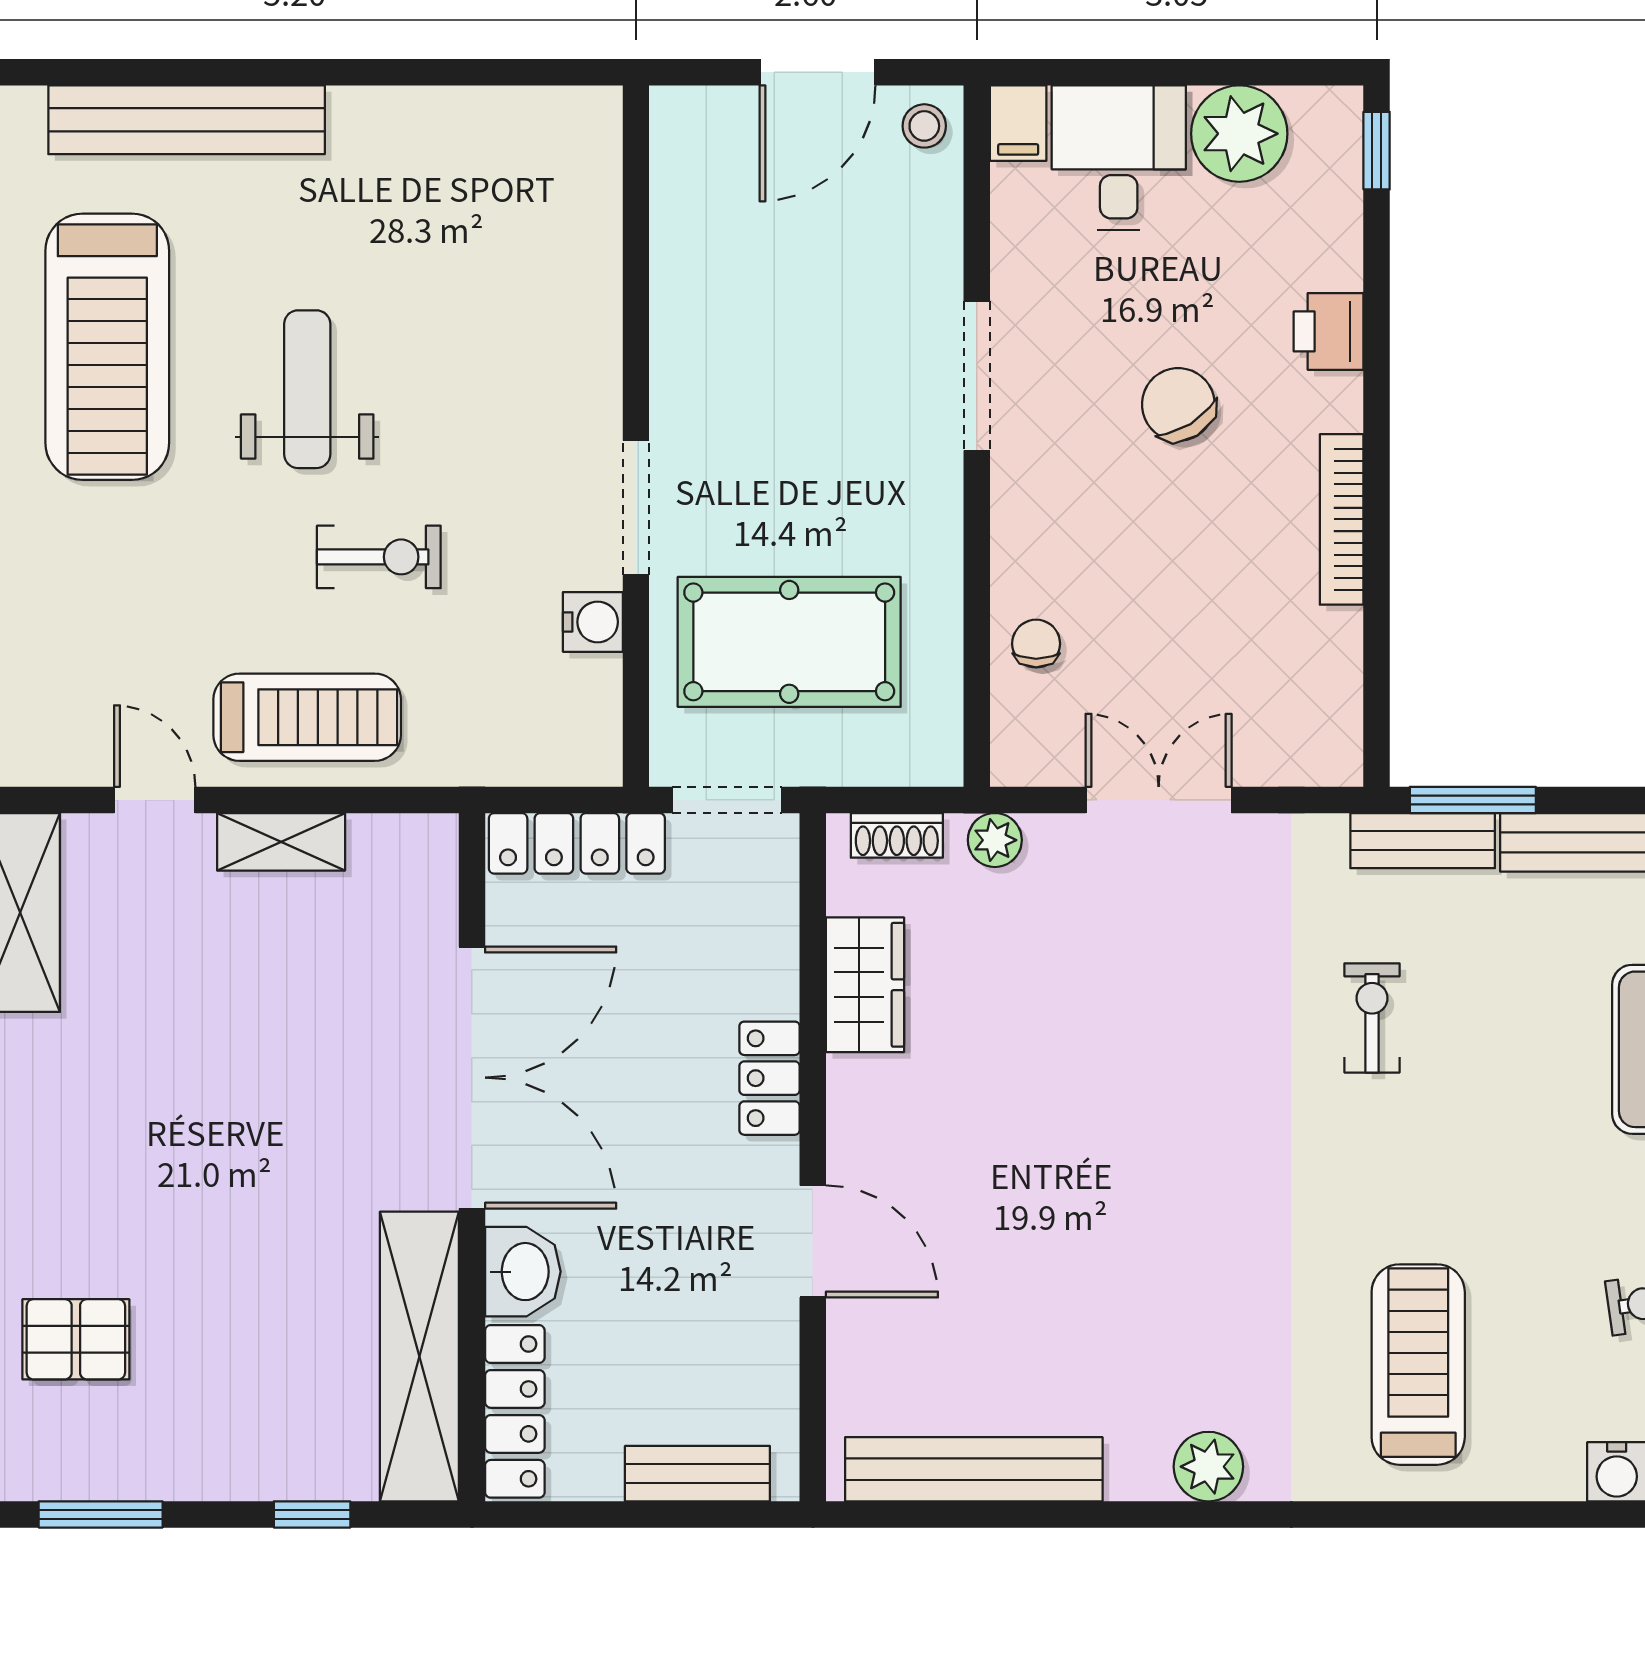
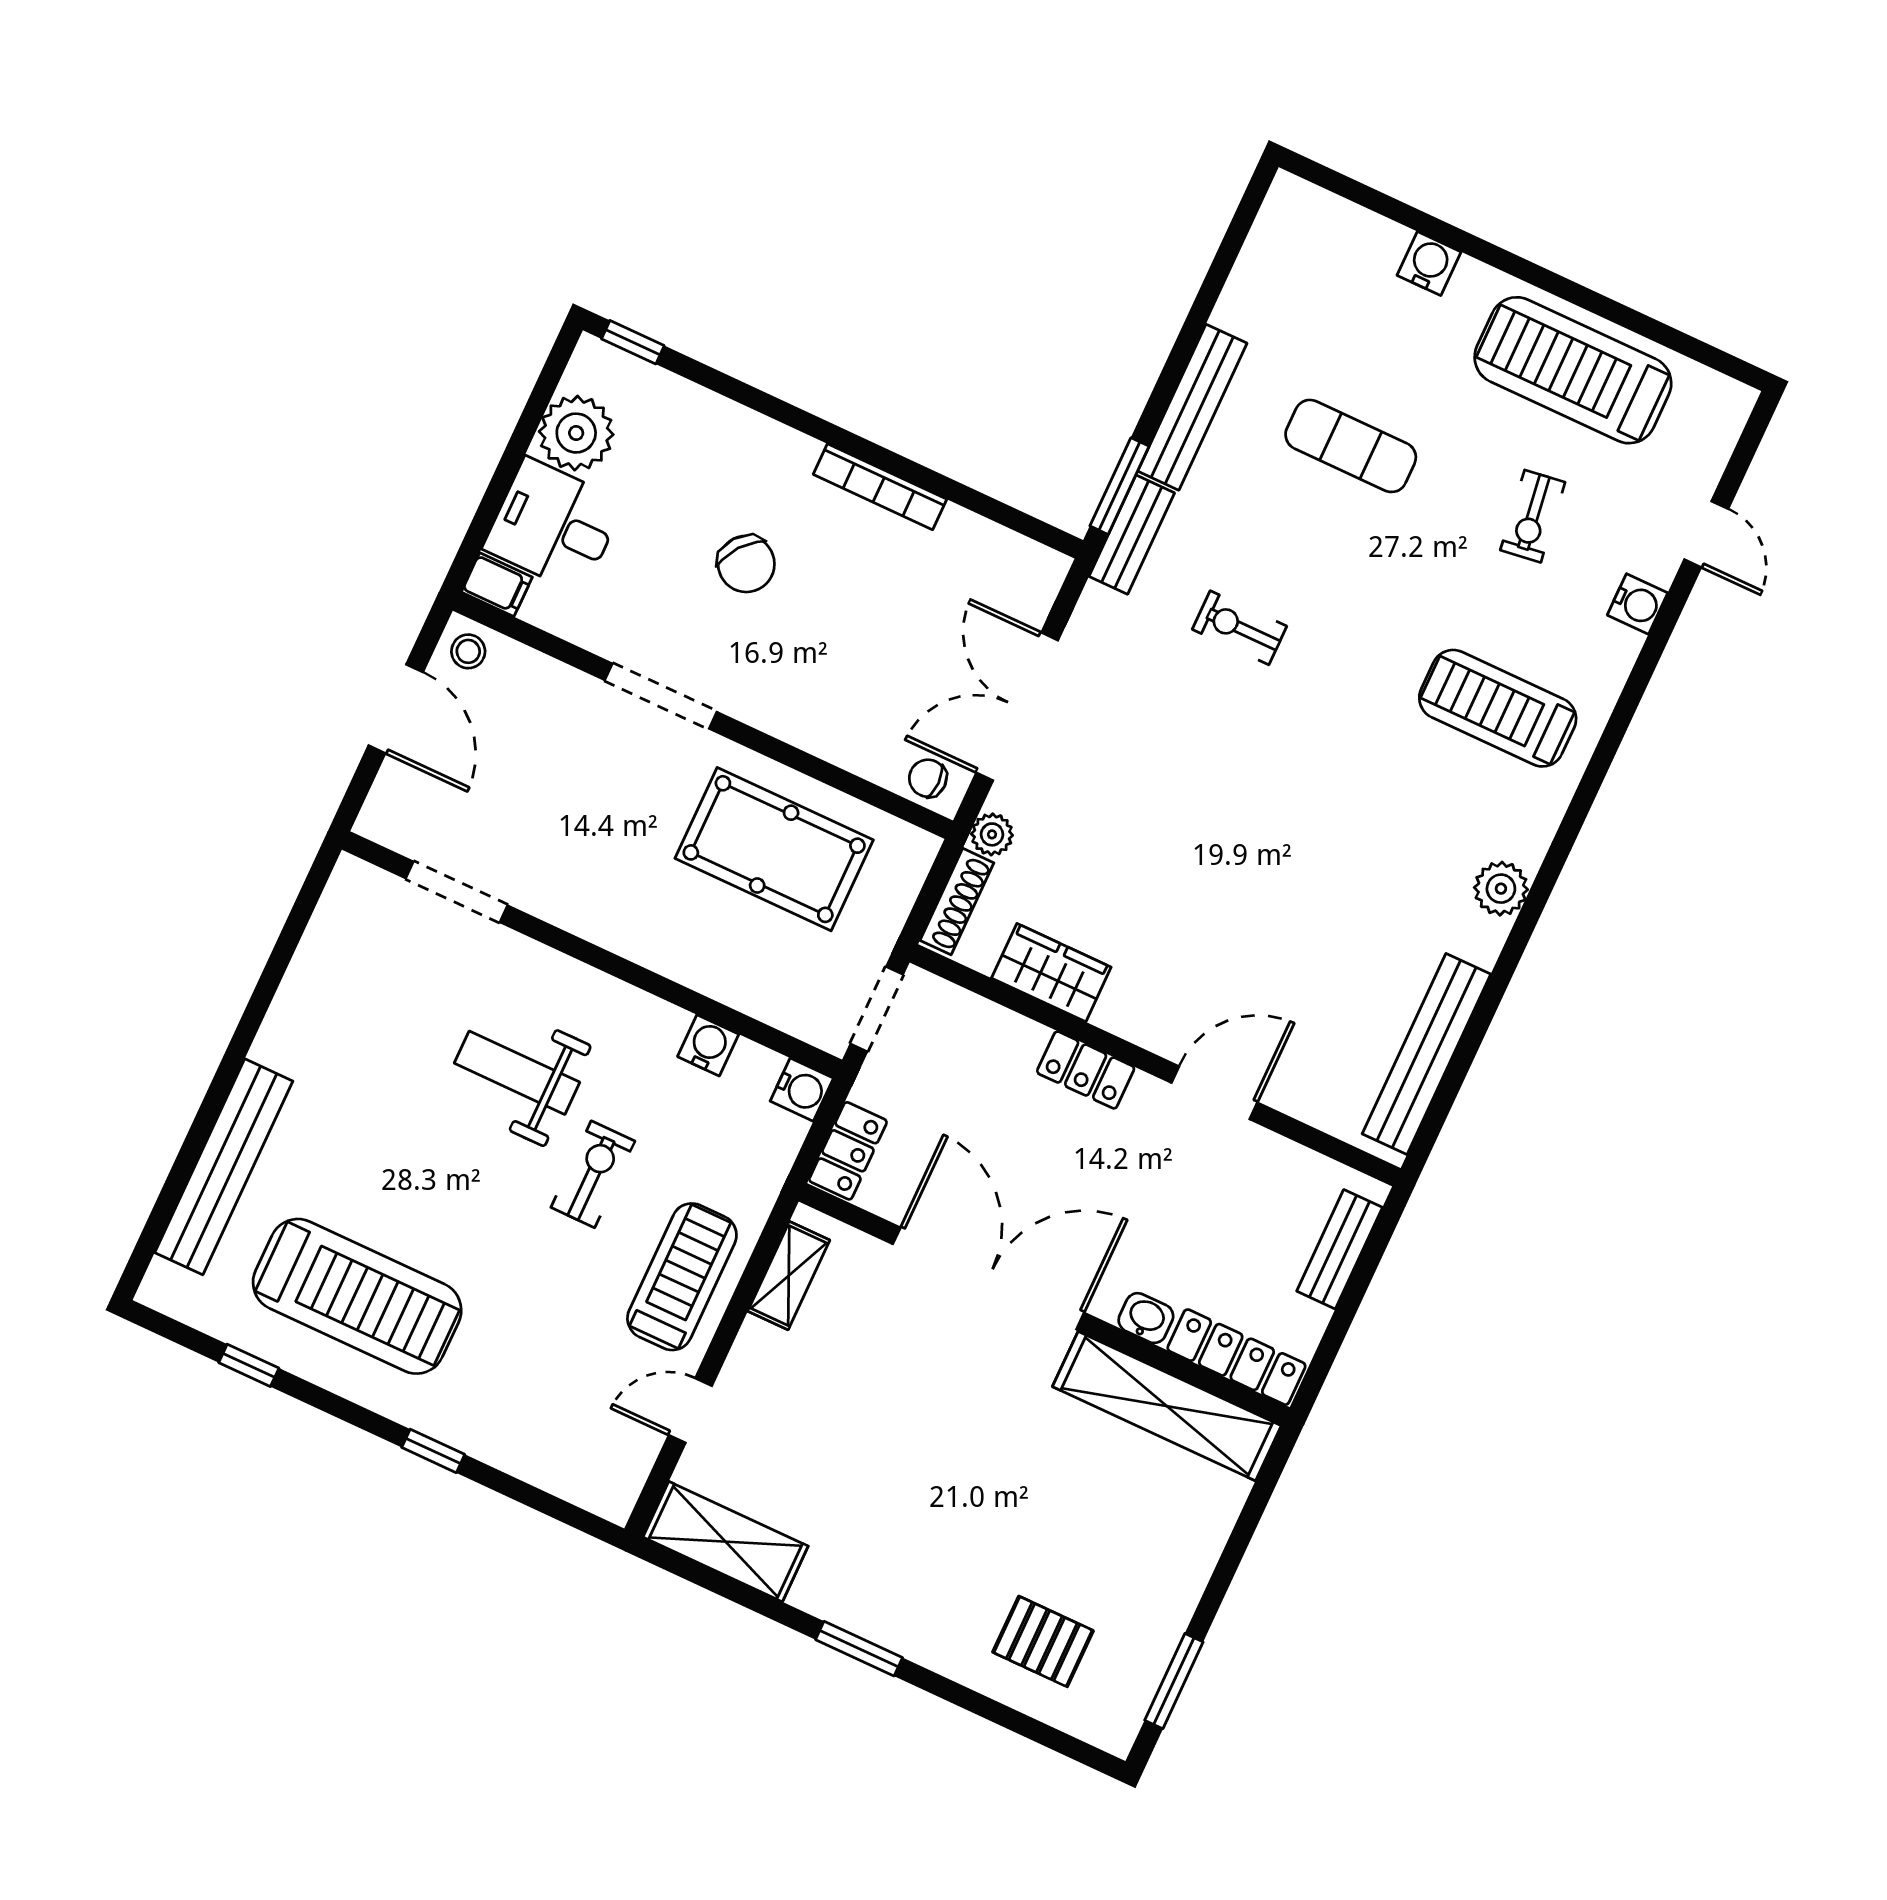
printer: (1329, 331) -> (744, 435), removed
weight bench: (307, 389) -> (517, 1073), moved
chair: (1178, 404) -> (746, 564), turned -110
doorway: (636, 508) -> (457, 892), moved
pool table: (789, 642) -> (774, 849), moved, turned 90
chair: (1036, 644) -> (928, 778), moved
water cooler: (592, 756) -> (802, 1090), added
double door: (1159, 800) -> (1017, 706), width x1.37
shoe rack: (897, 835) -> (957, 902), width x1.43
shelving: (281, 842) -> (789, 1276), moved
locker: (577, 843) -> (848, 1151), width x0.66
washbasin: (523, 1272) -> (1146, 1318), width x0.72, depth x0.69
pallet: (76, 1339) -> (1043, 1641), turned 90
window: (312, 1514) -> (1243, 1533), removed

